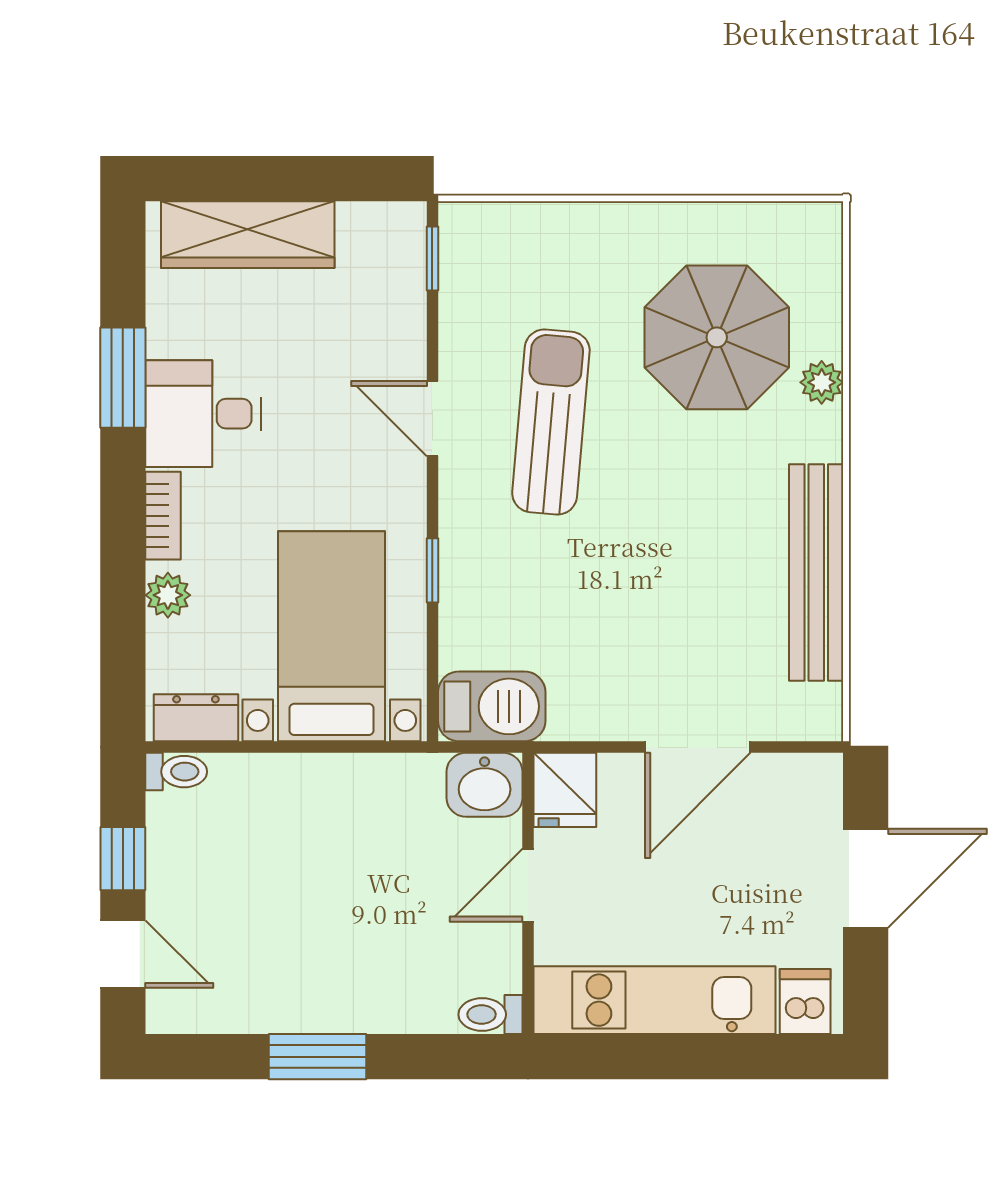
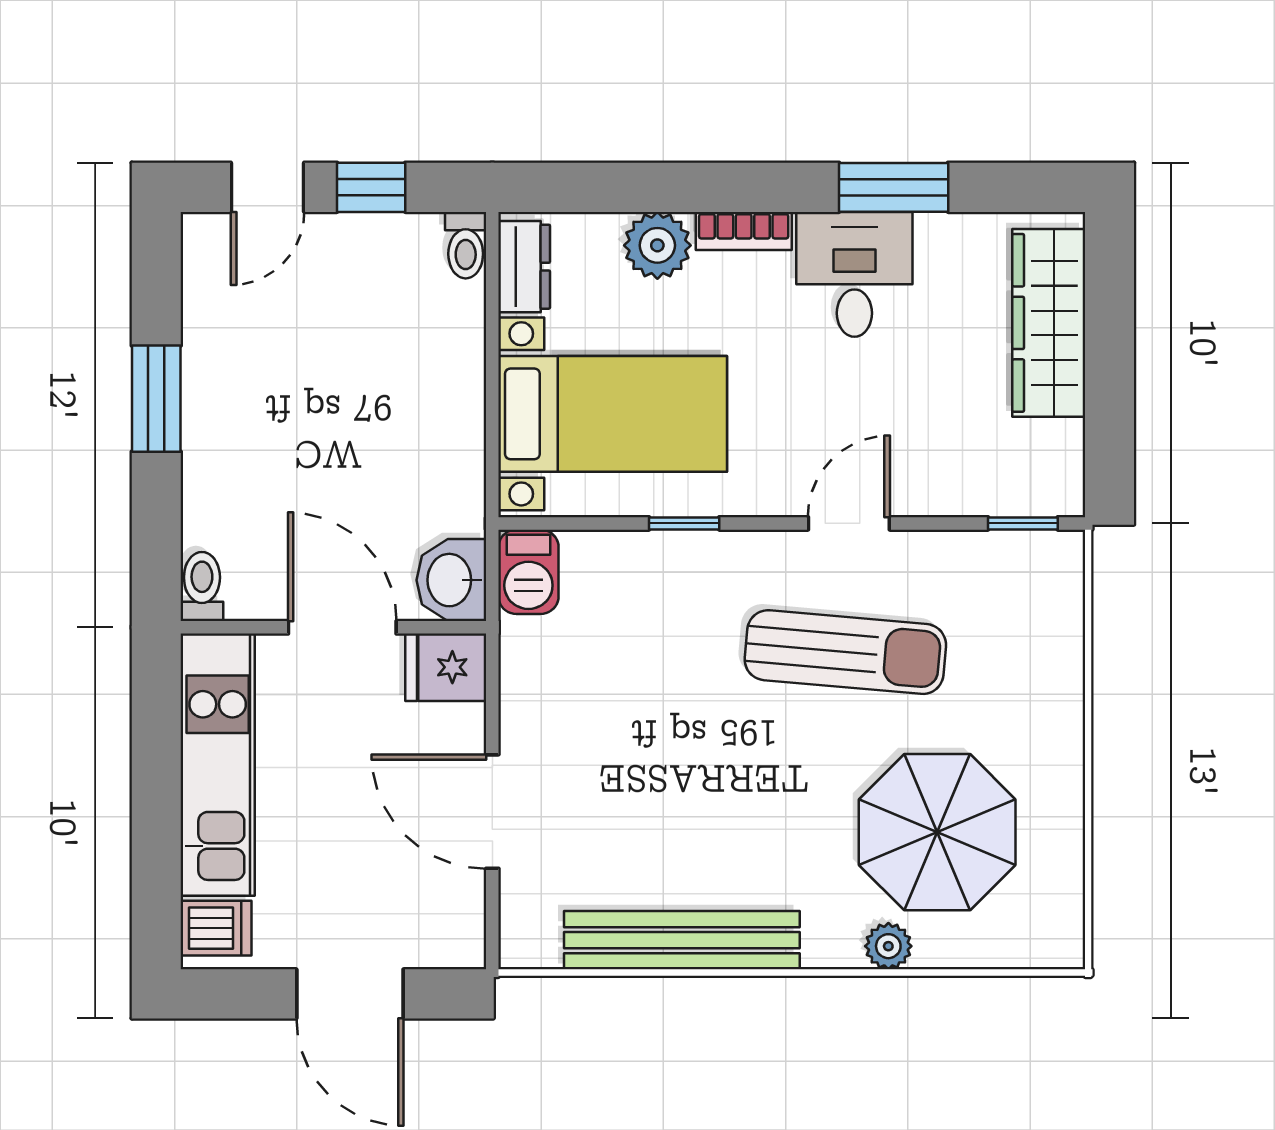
plant: (168, 595) -> (657, 245), width x1.38, depth x1.38
barbecue: (492, 706) -> (528, 572), width x0.73, depth x0.79
door: (528, 885) -> (342, 627), width x1.38

